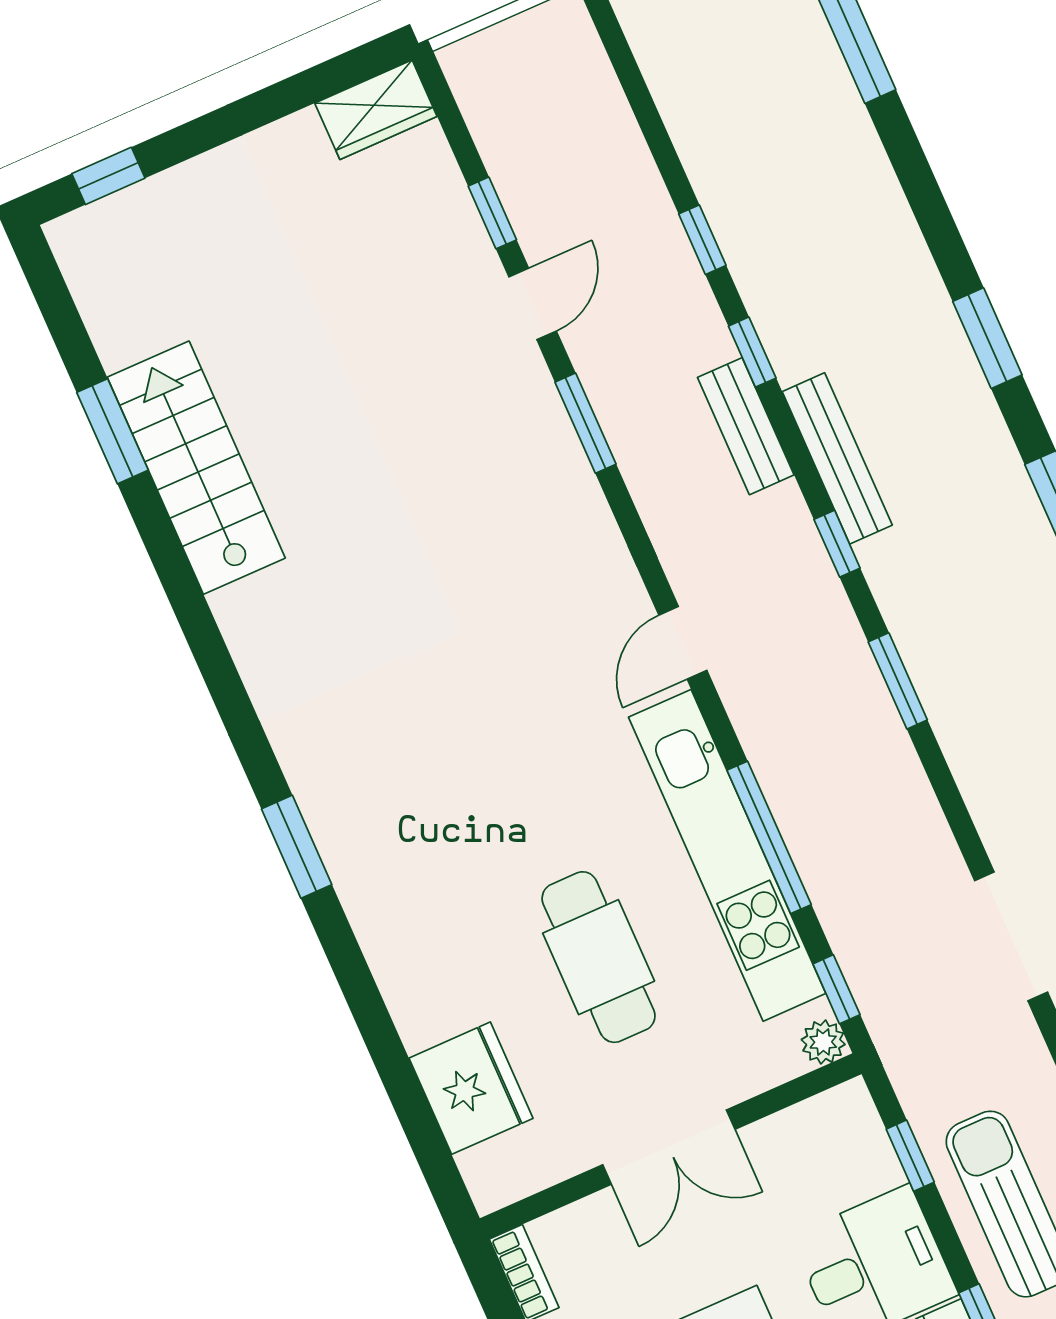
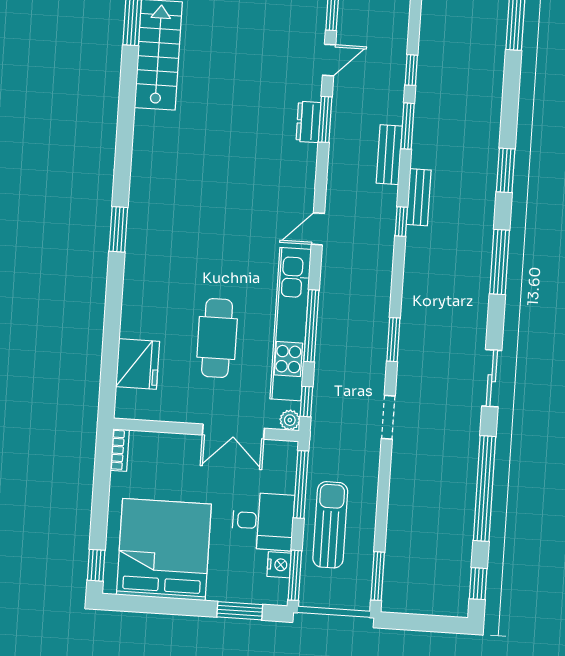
window: (752, 352) -> (408, 126), width x1.50
dresser: (556, 445) -> (308, 122), added
bench: (837, 458) -> (419, 197), width x0.73
window: (898, 681) -> (393, 340), moved
doorway: (1011, 936) -> (388, 417), width x0.73
double door: (669, 1147) -> (233, 432), moved
window: (910, 1156) -> (301, 484), width x2.17

